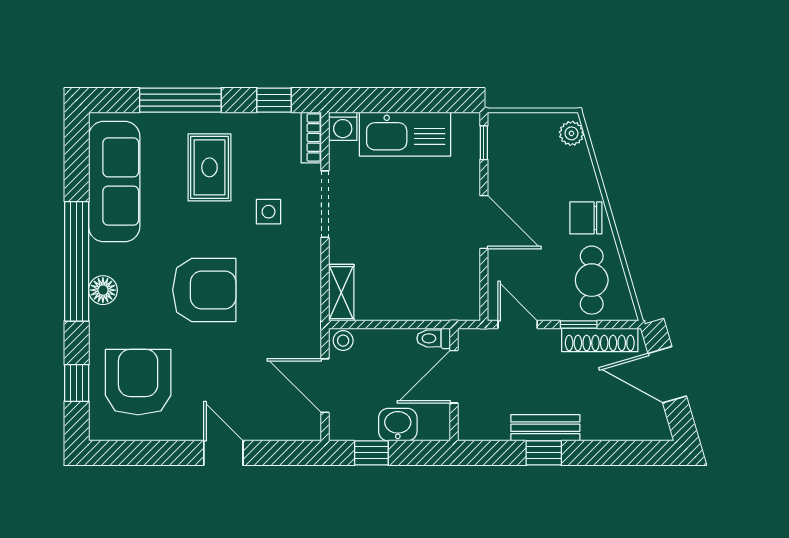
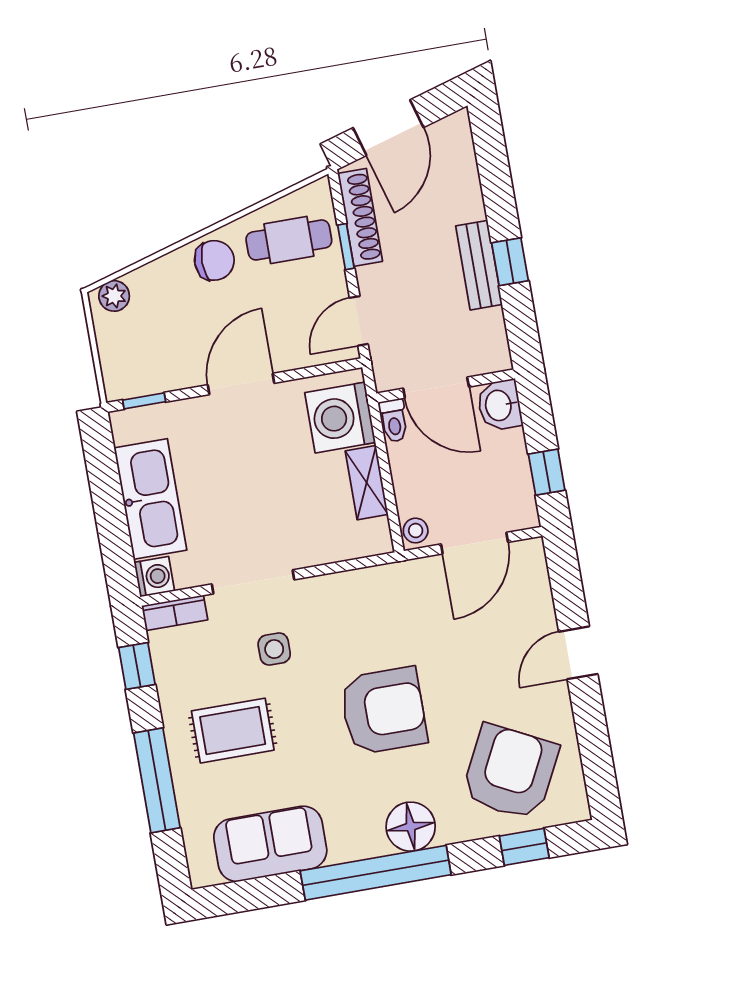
sofa: (114, 182) -> (270, 844), width x0.73
chair: (586, 218) -> (214, 260), turned -90
floor lamp: (103, 290) -> (411, 827), width x1.38, depth x1.38
armchair: (204, 290) -> (383, 711), turned 90
shelving: (341, 293) -> (367, 483), moved, turned 90
washing machine: (443, 296) -> (340, 418), added
armchair: (138, 382) -> (510, 772), turned 117
washbasin: (398, 425) -> (499, 405), moved

